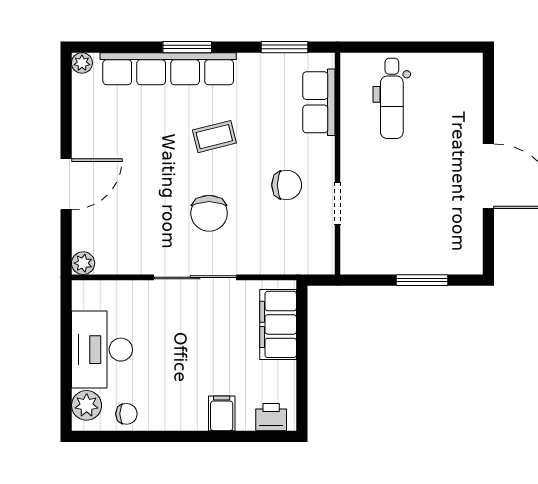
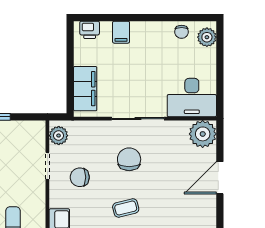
plant: (320, 251) -> (59, 136), added
plant: (83, 263) -> (203, 134), width x1.88, depth x1.88
desk: (102, 350) -> (192, 98), moved, turned 90
chair: (126, 414) -> (182, 32), turned -90

